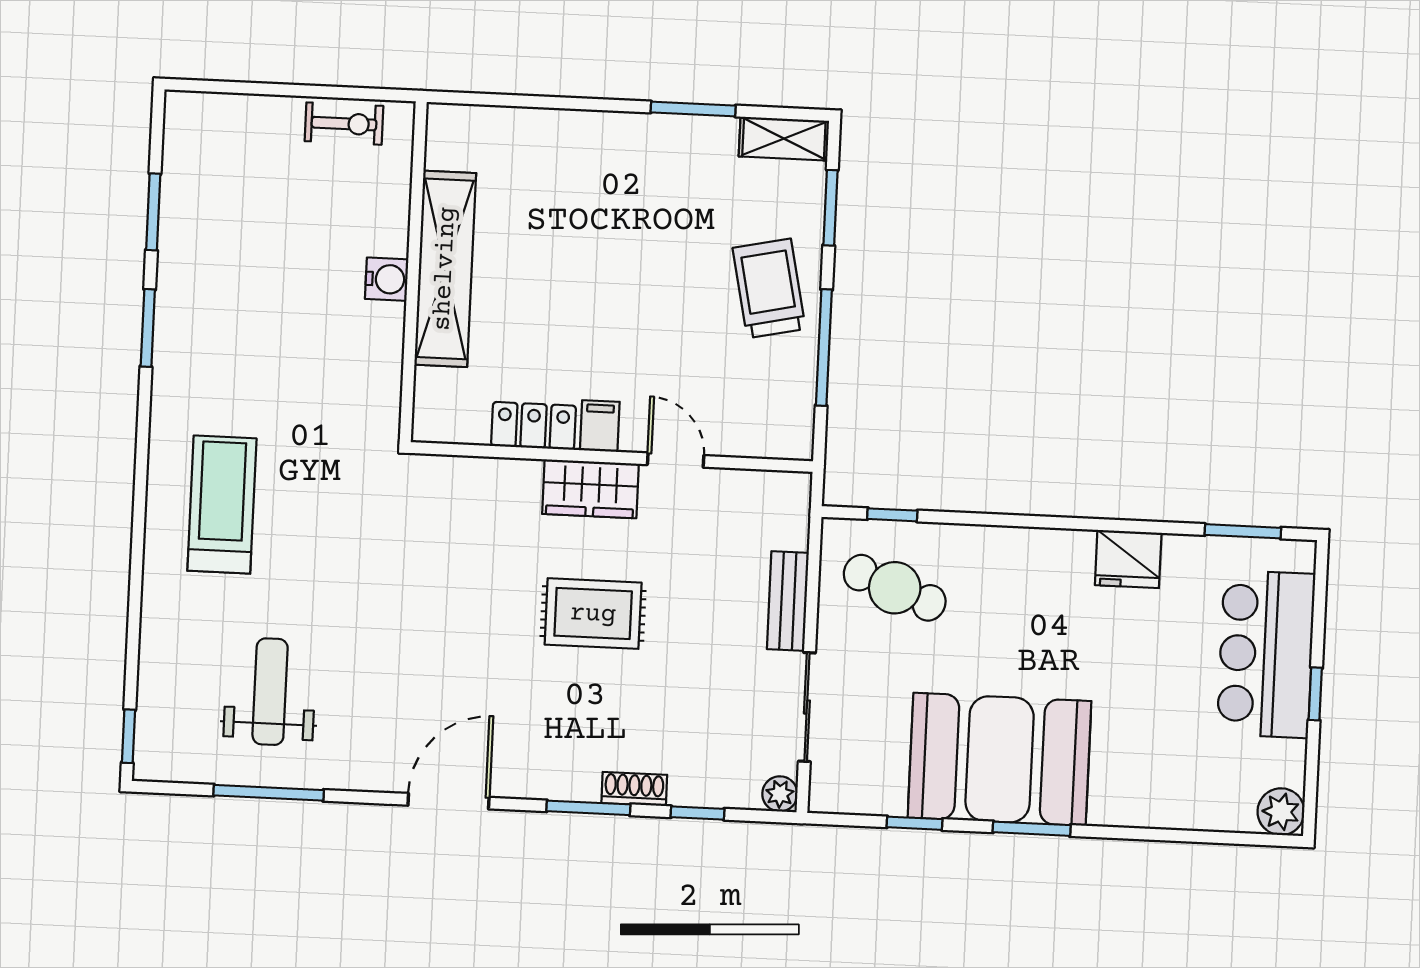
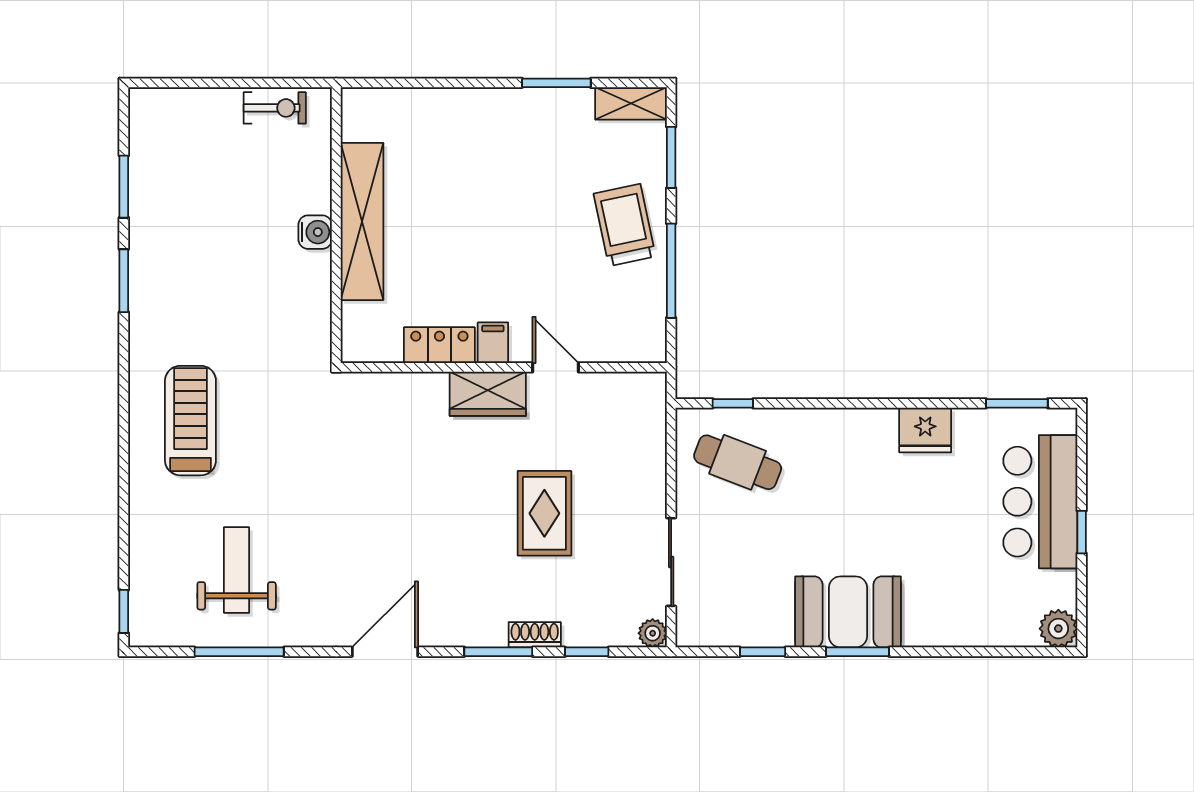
bench: (788, 601) -> (652, 477), removed
rug: (593, 614) -> (544, 513), moved, turned 90
booth: (1000, 759) -> (848, 612), width x0.73, depth x0.70

